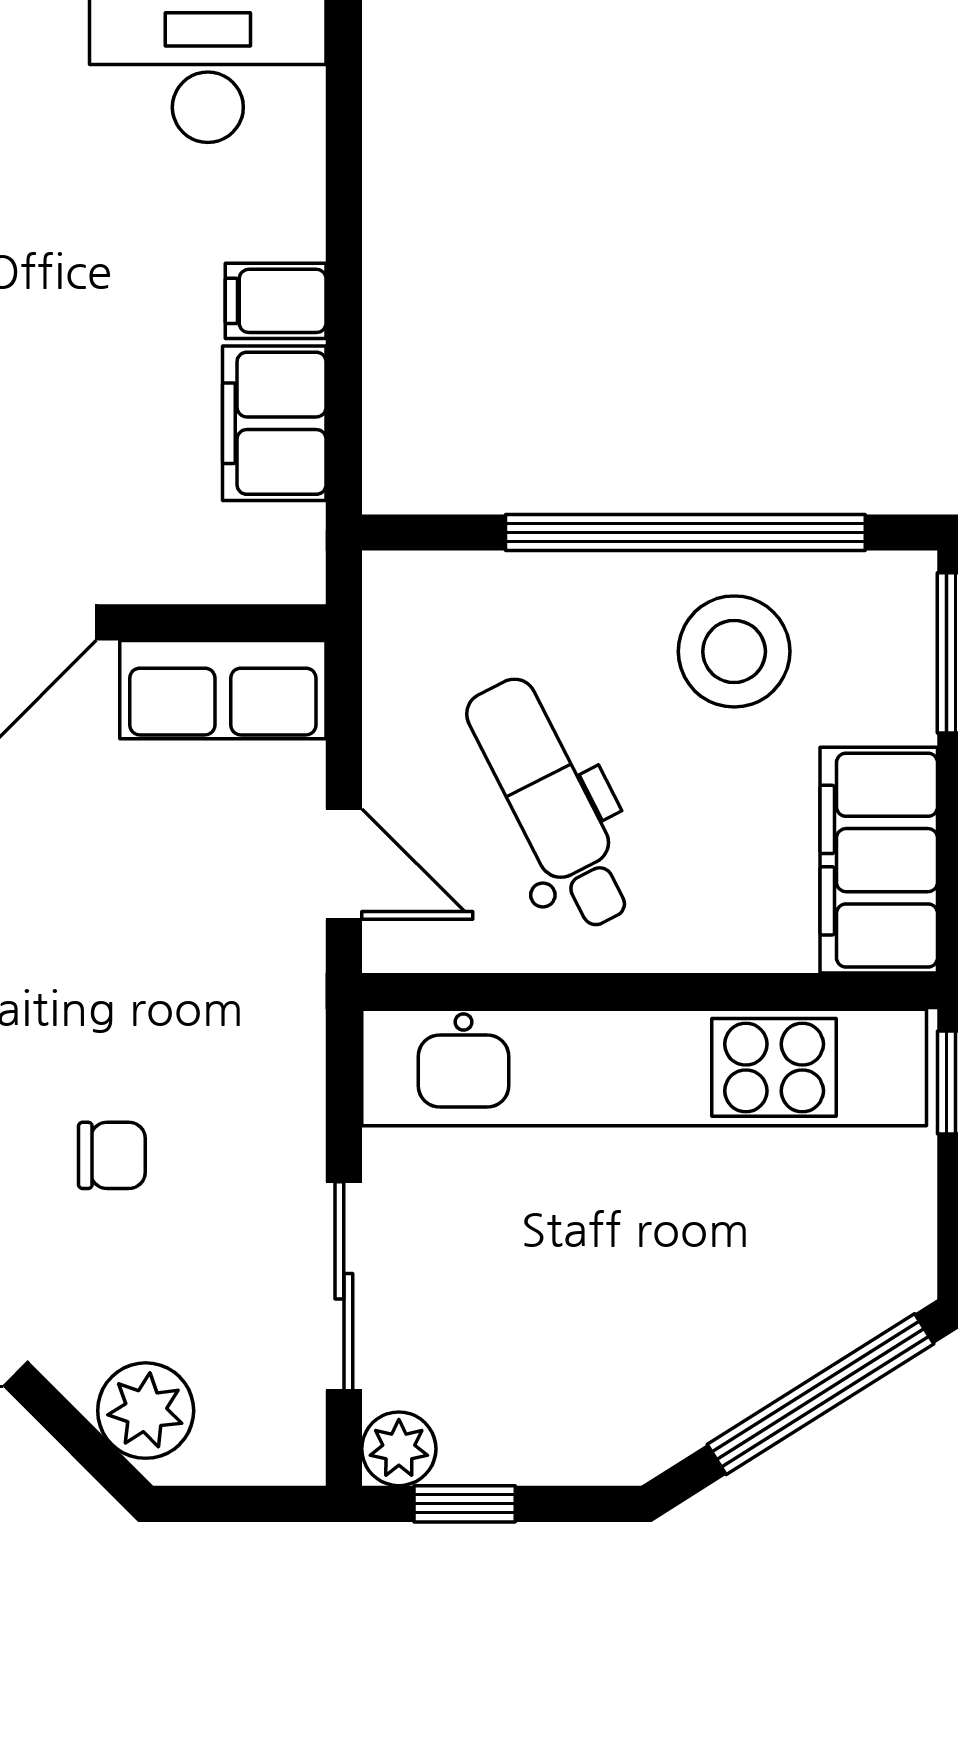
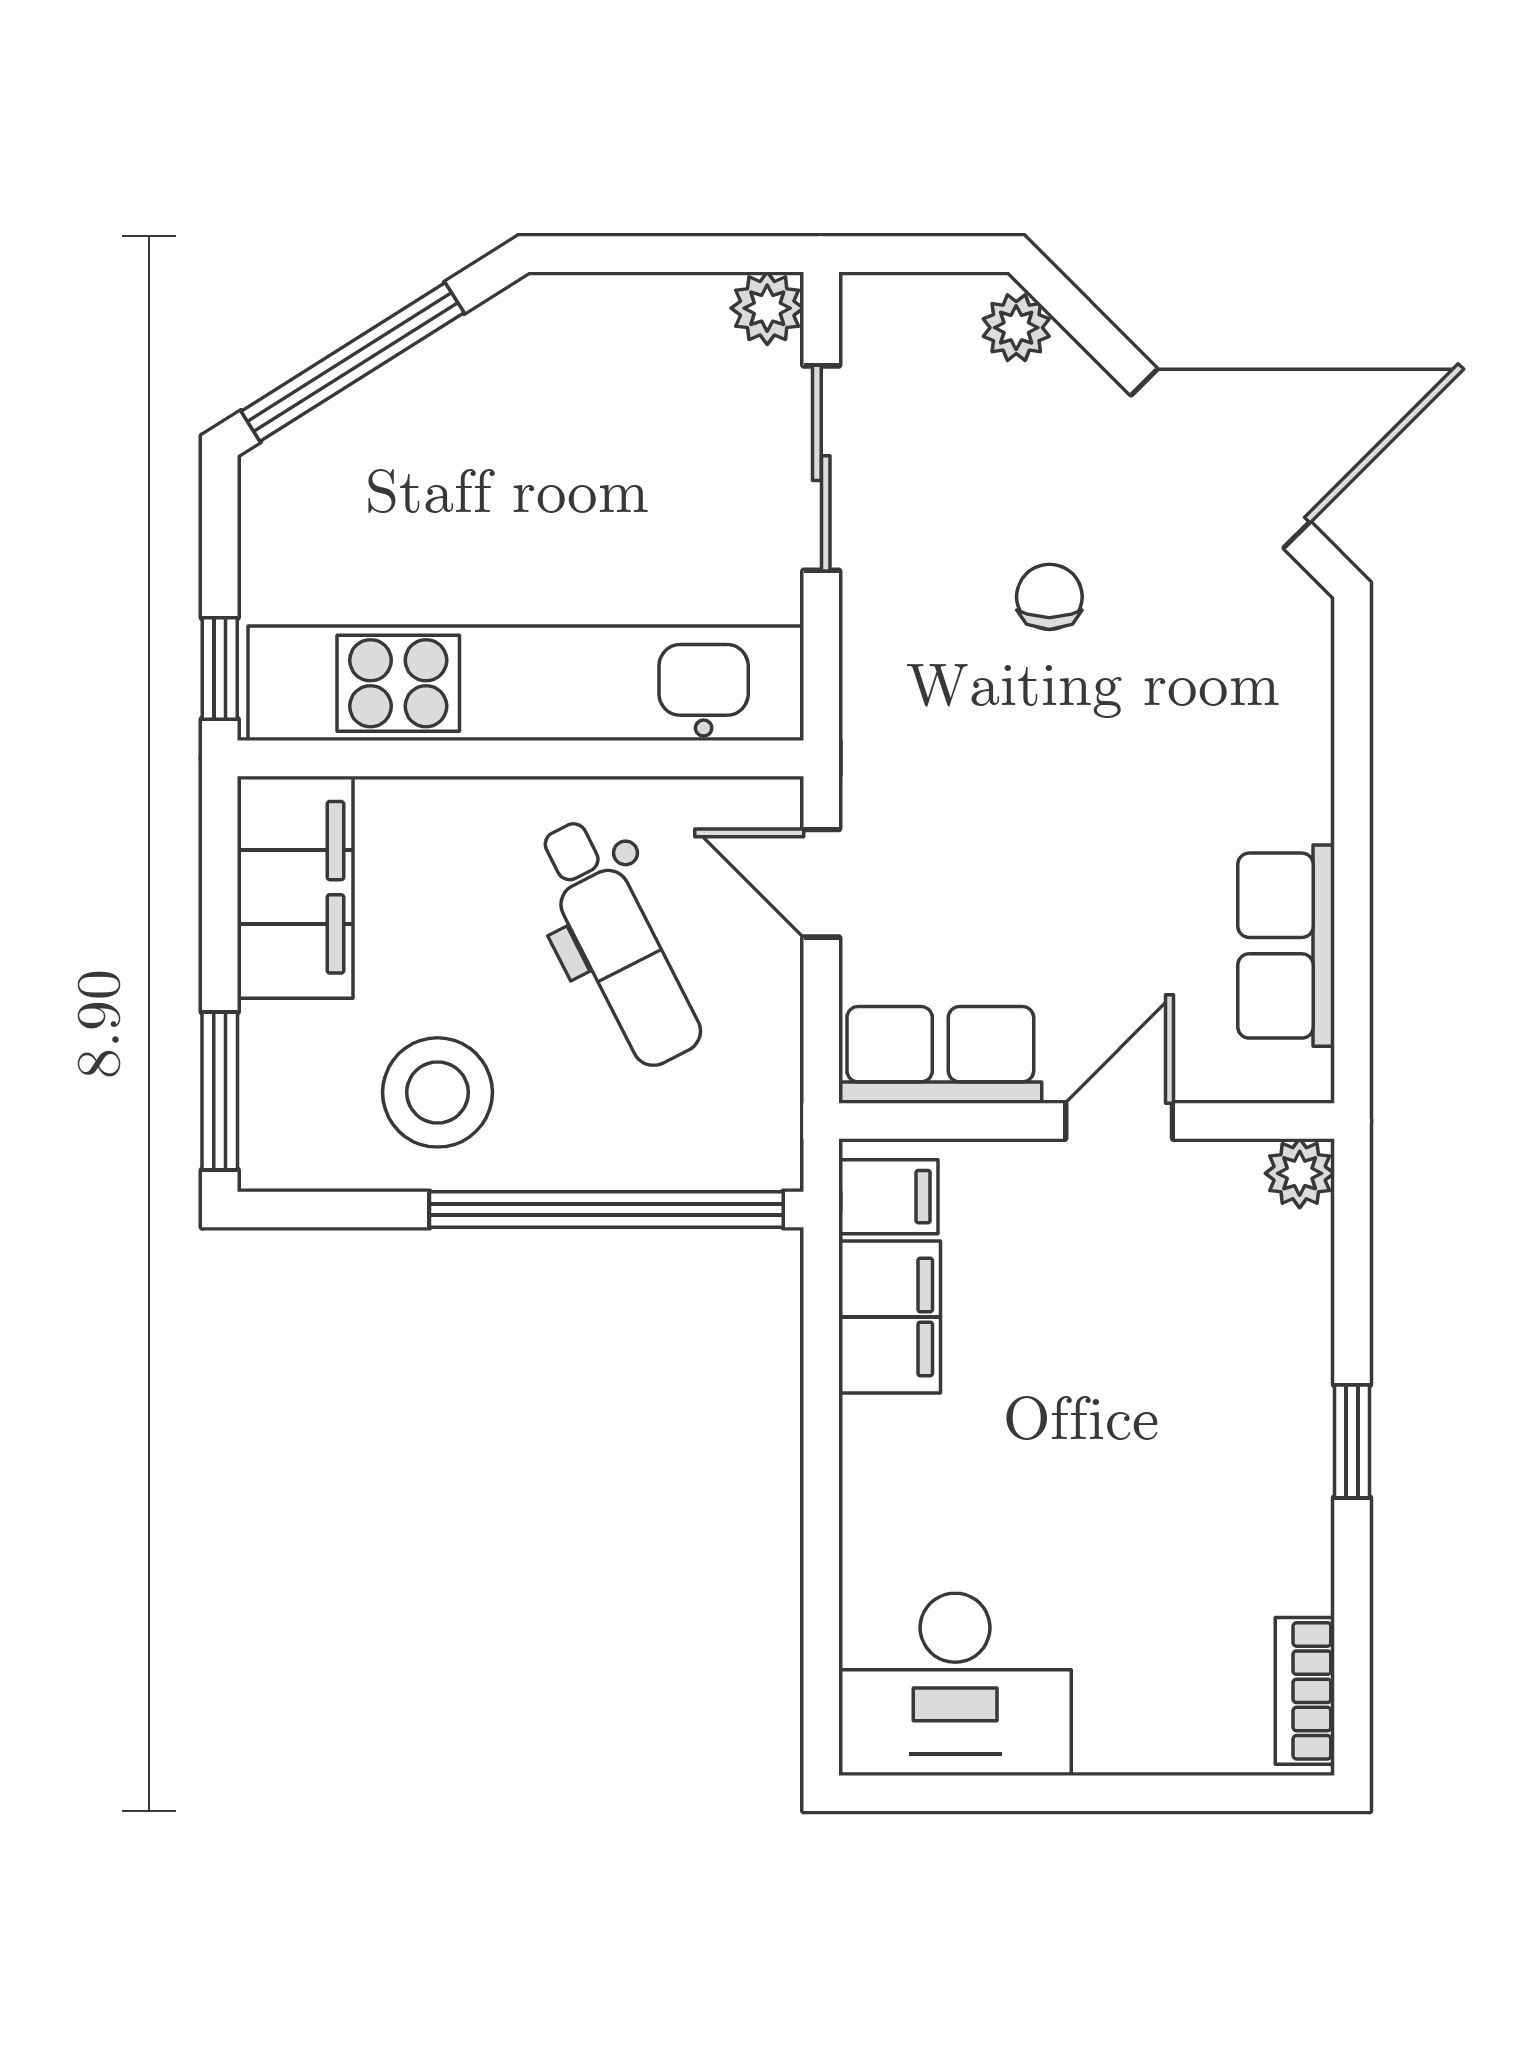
filing cabinet: (276, 301) -> (888, 1197), moved
window: (685, 533) -> (606, 1209), moved
chair: (112, 1155) -> (1049, 597), turned 90
plant: (146, 1411) -> (1016, 328), width x0.73, depth x0.73
window: (465, 1504) -> (702, 254), removed

